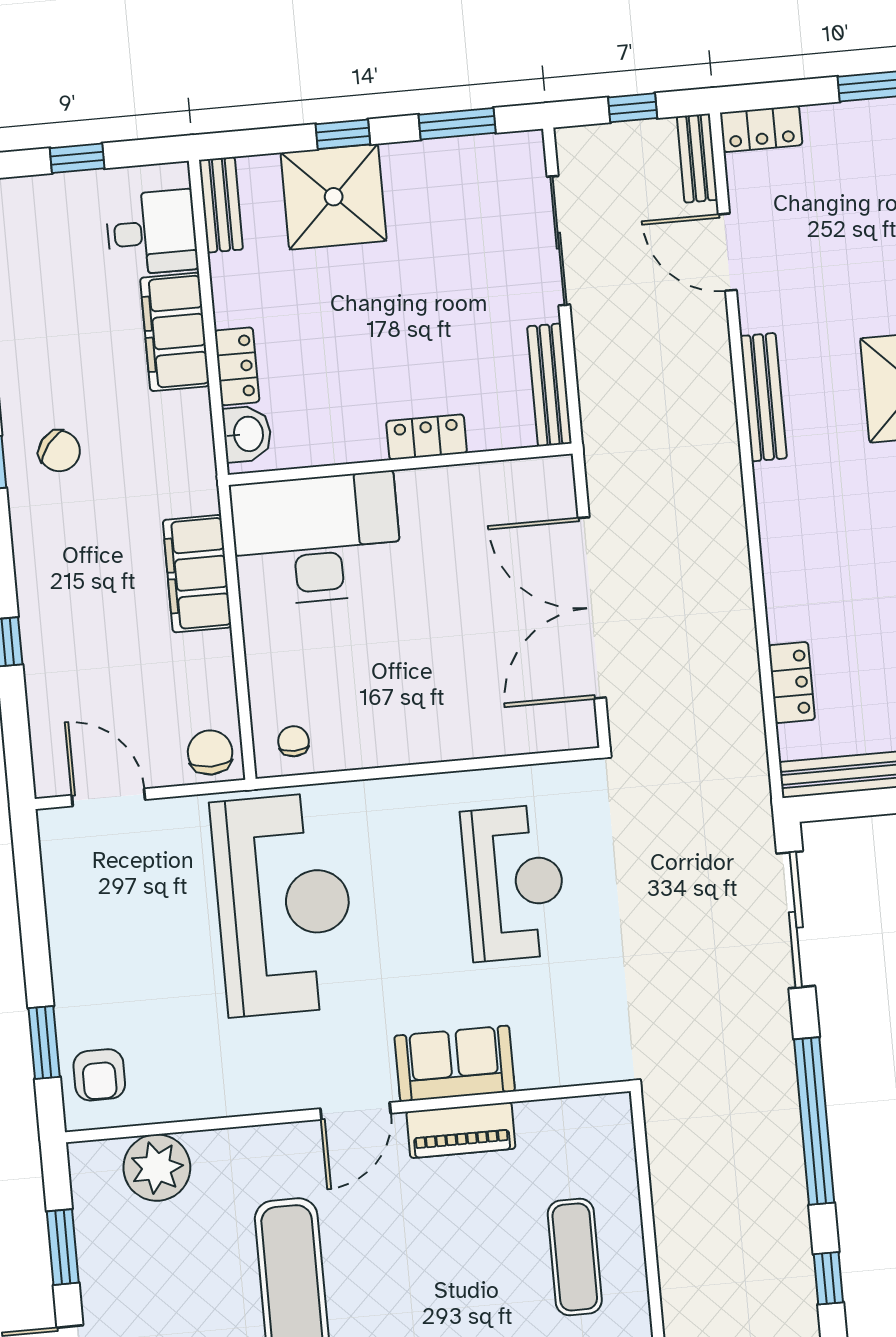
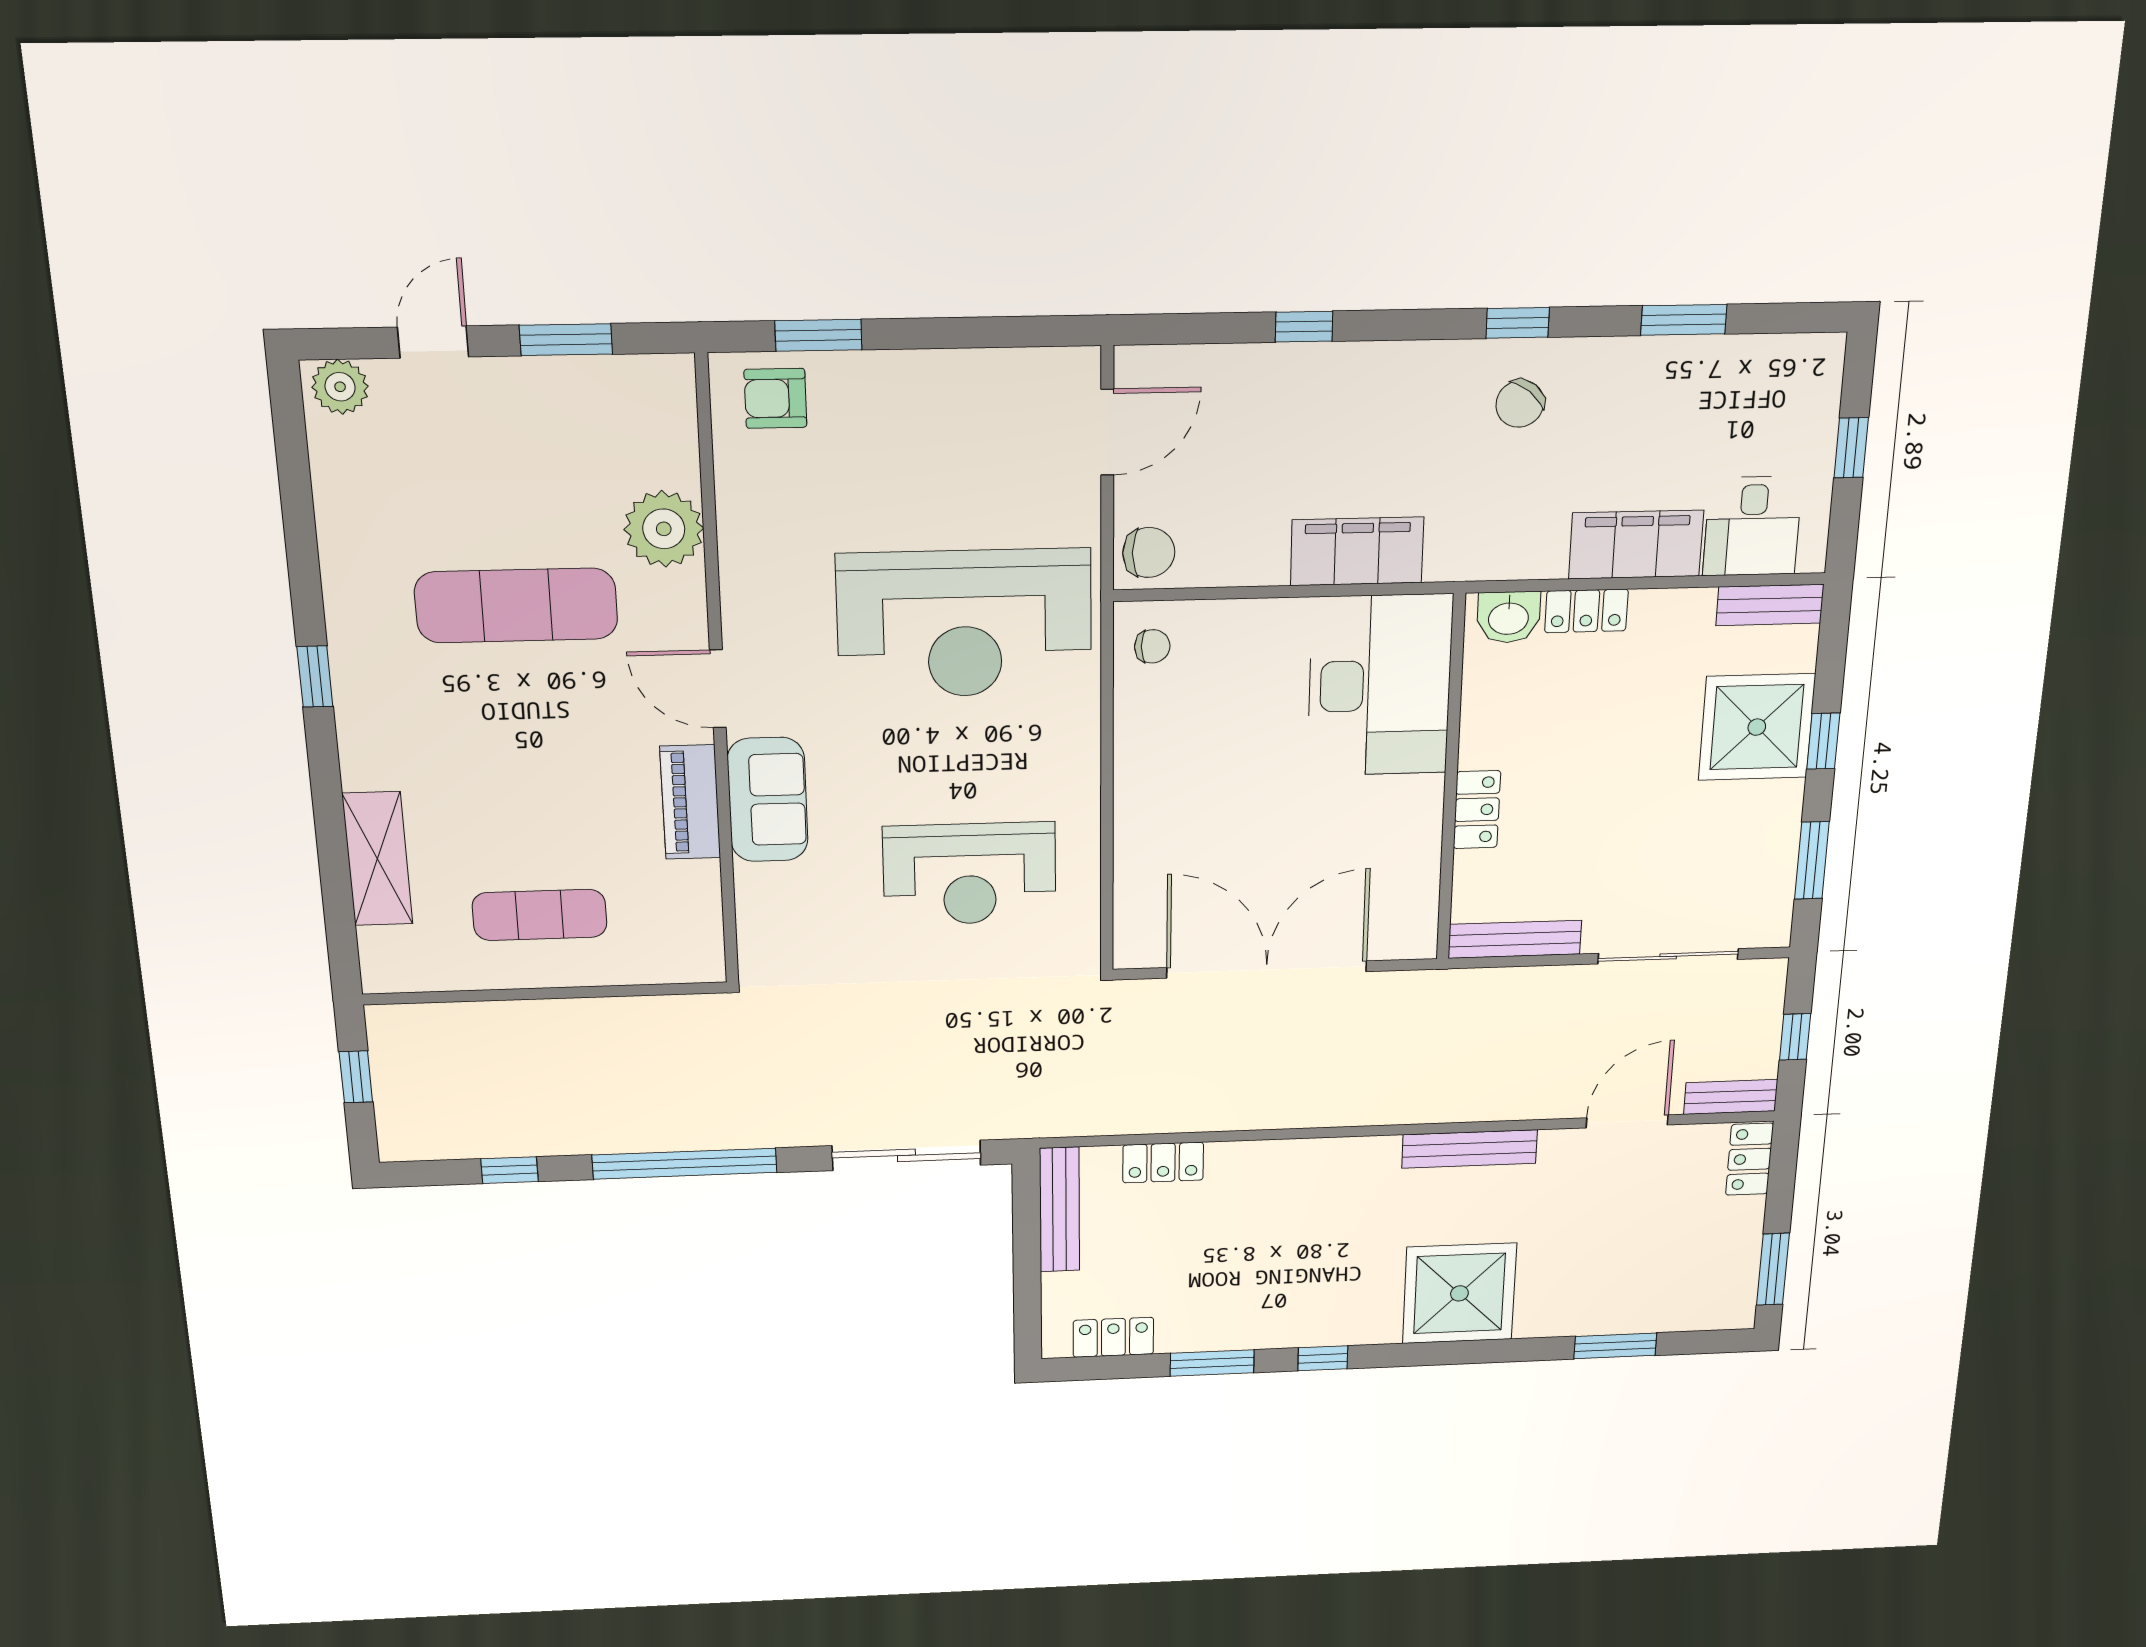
plant: (157, 1168) -> (664, 529), moved

